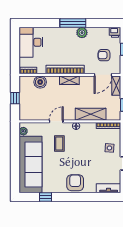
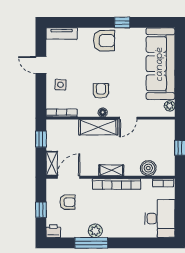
window: (73, 23) -> (91, 243), moved
shelving: (91, 114) -> (98, 127), moved
armchair: (78, 143) -> (101, 91), added
coffee table: (59, 144) -> (124, 90), removed
armchair: (75, 183) -> (104, 41), turned -90
window: (46, 197) -> (122, 22), moved

